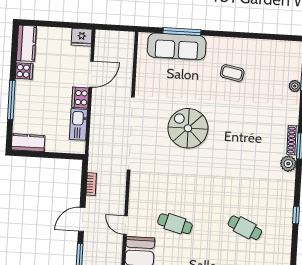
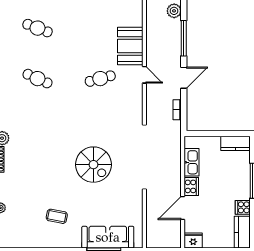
cafe table: (175, 224) -> (100, 79), turned -30

